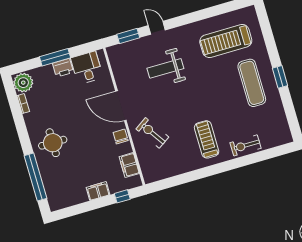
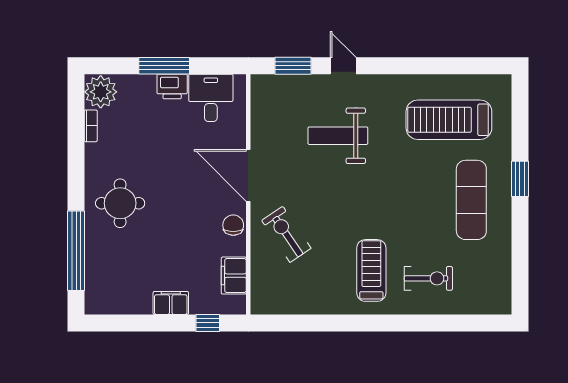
window: (280, 77) -> (520, 179), moved
exercise bike: (246, 145) -> (428, 278), moved, turned 180

